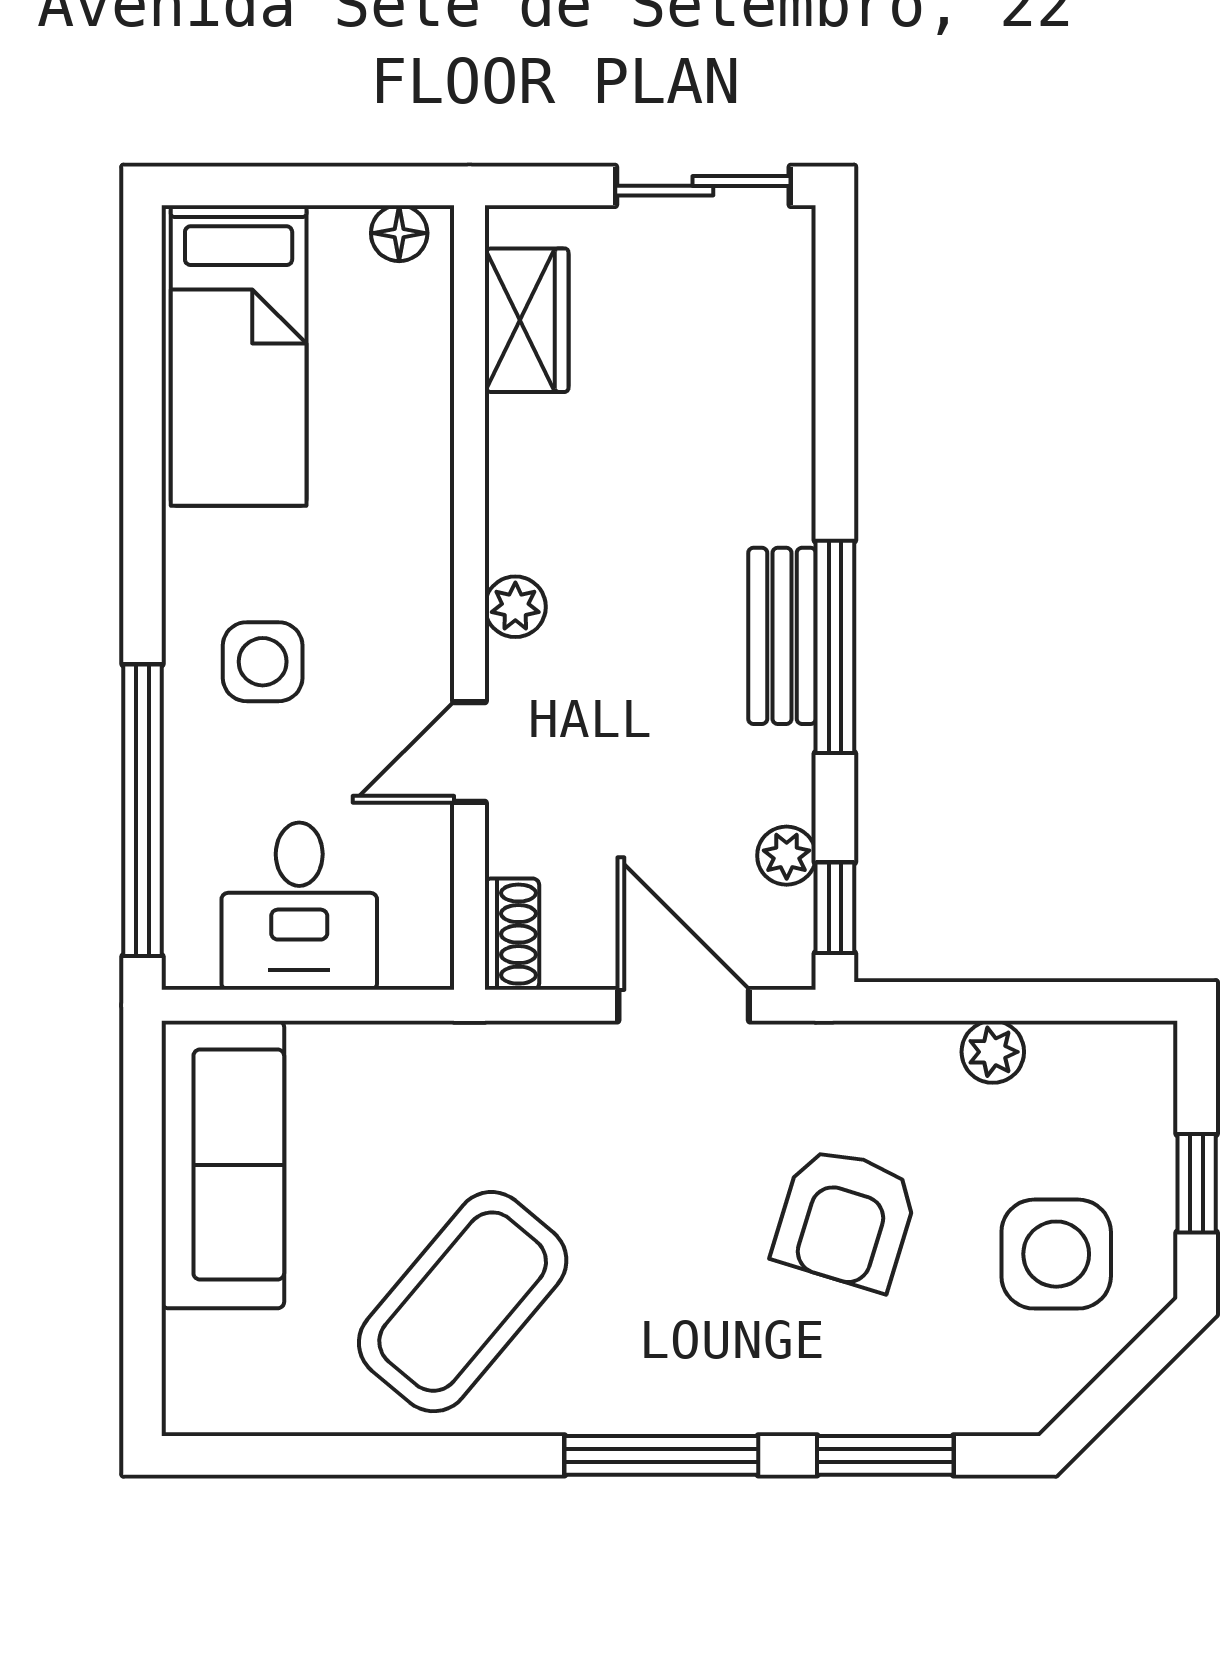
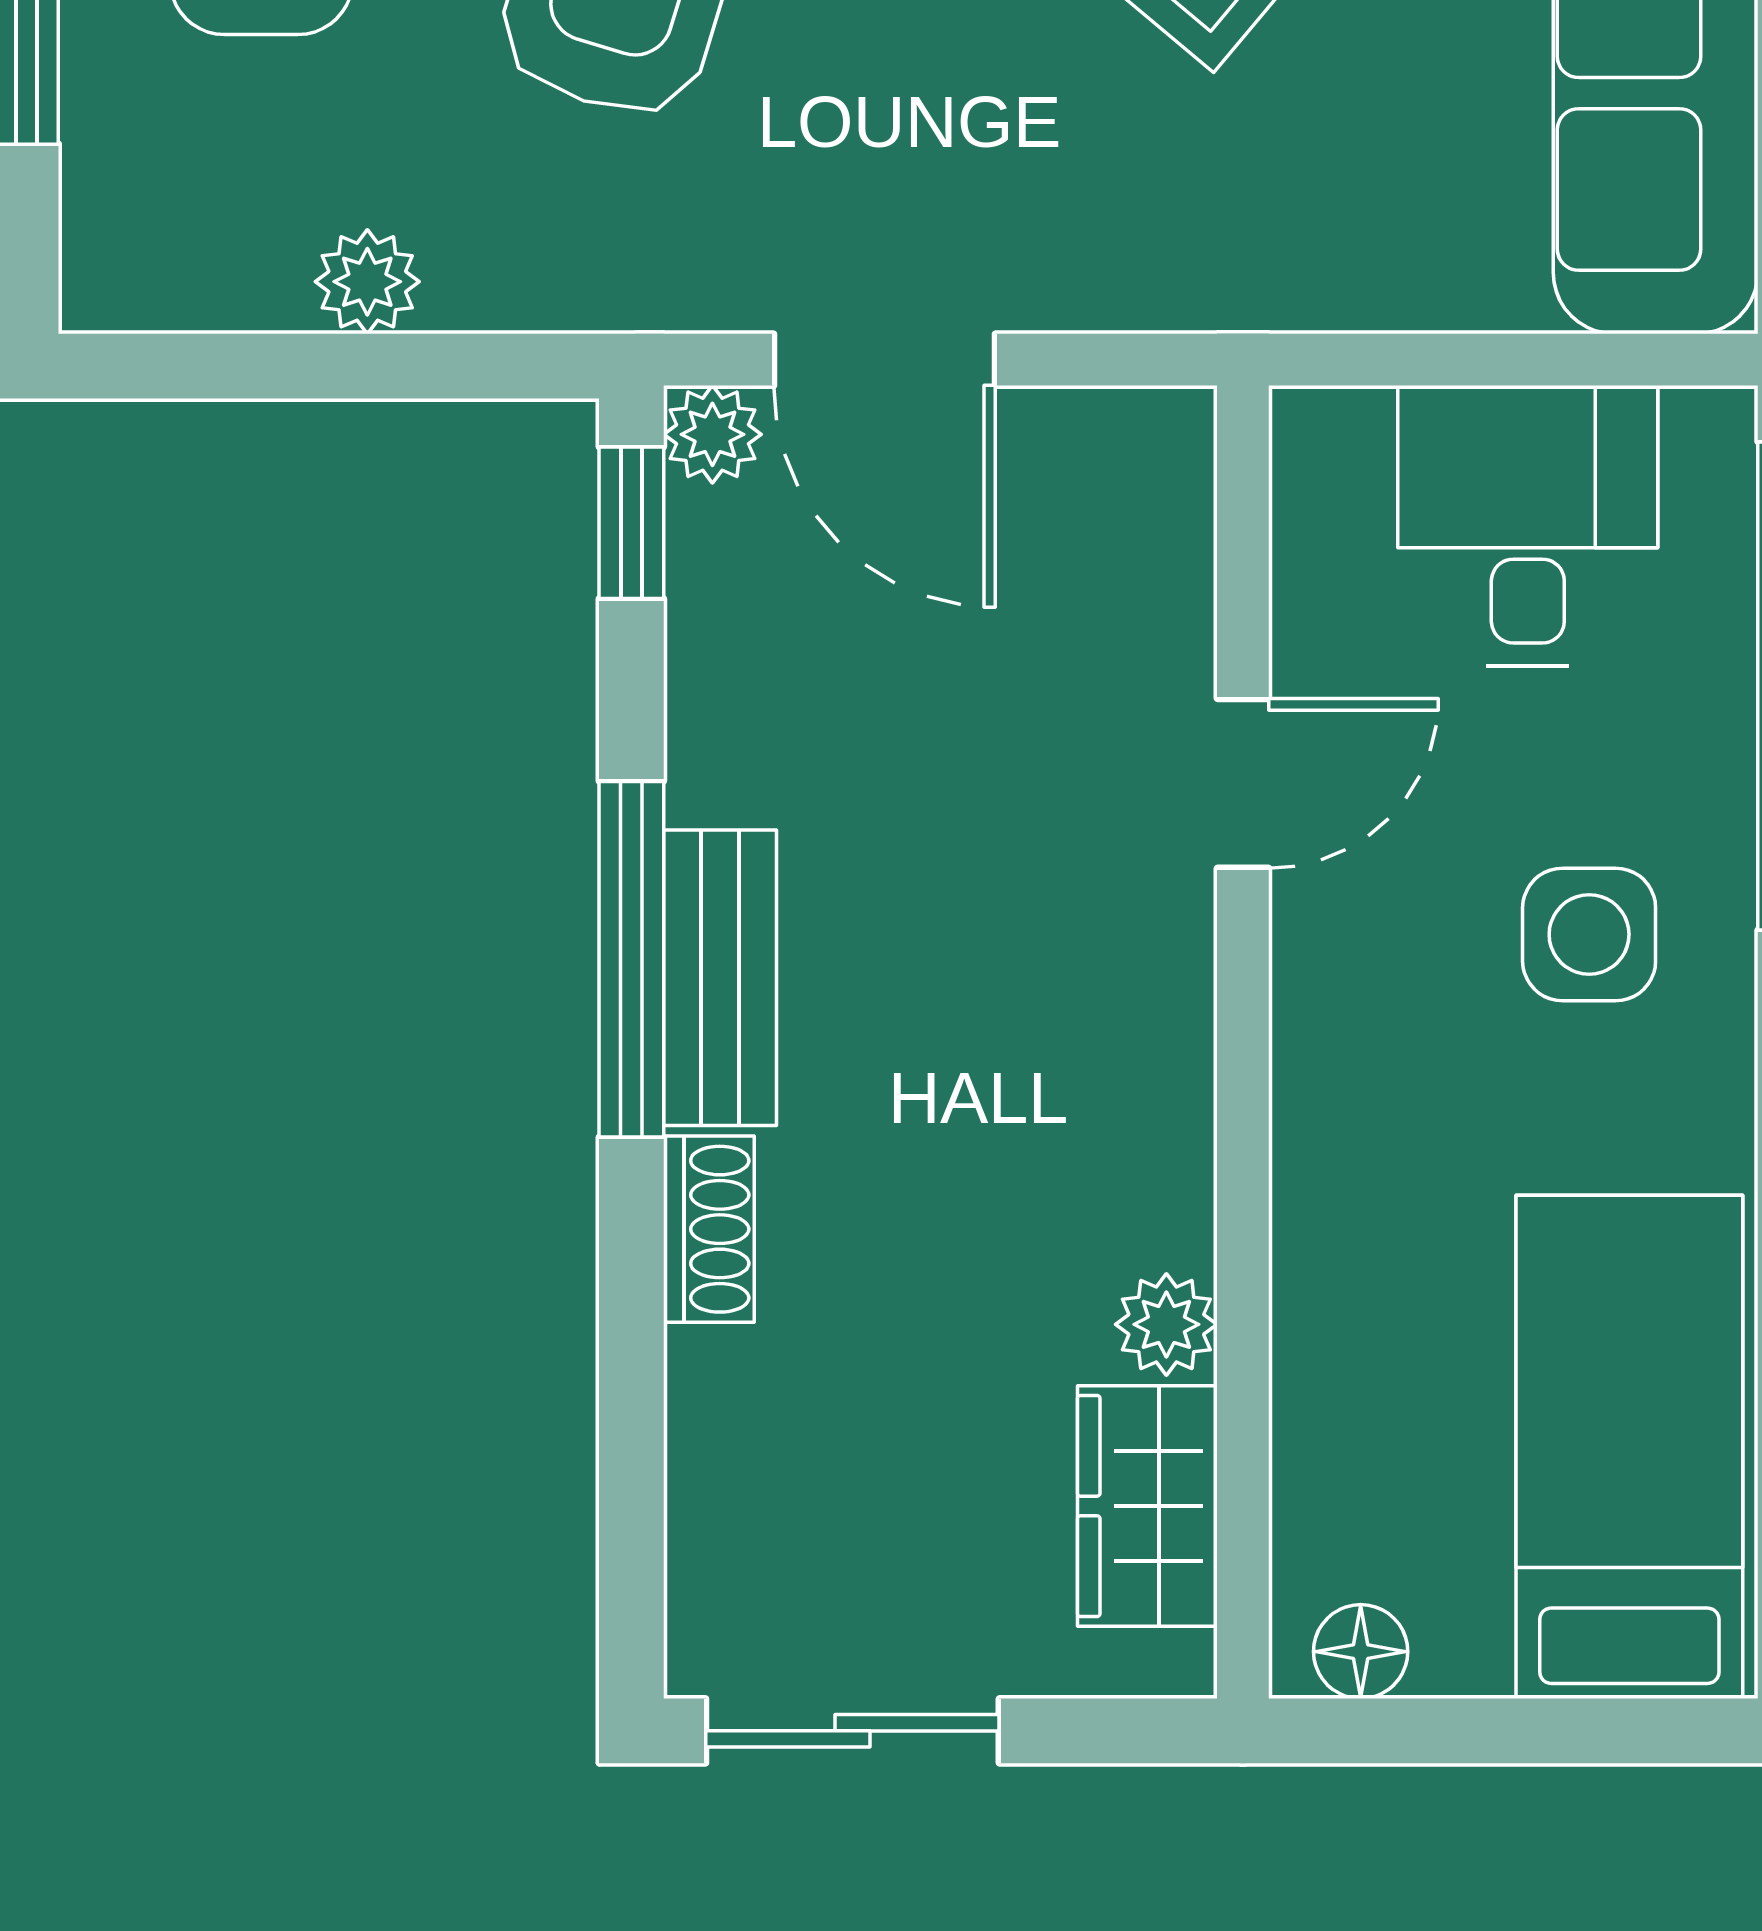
plant: (515, 607) -> (1166, 1324), moved
plant: (787, 856) -> (712, 434), moved
shoe rack: (512, 934) -> (709, 1229), moved, turned 180

